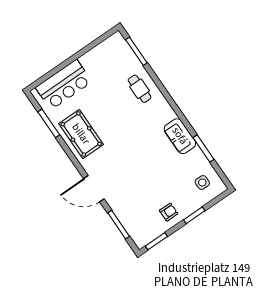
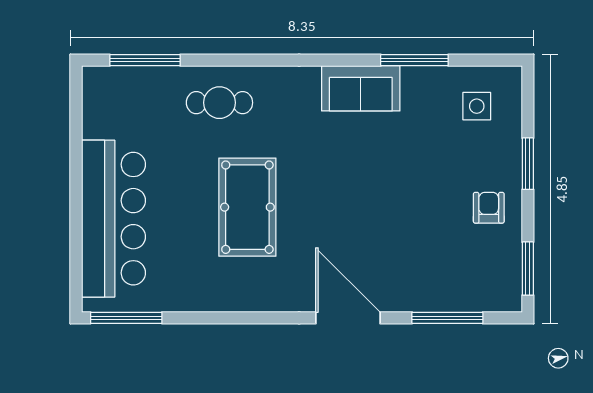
bar counter: (64, 85) -> (113, 219), width x1.36
window: (49, 123) -> (126, 318), moved
pool table: (81, 134) -> (247, 207), moved, turned 90
door: (94, 189) -> (348, 318), swing flipped

